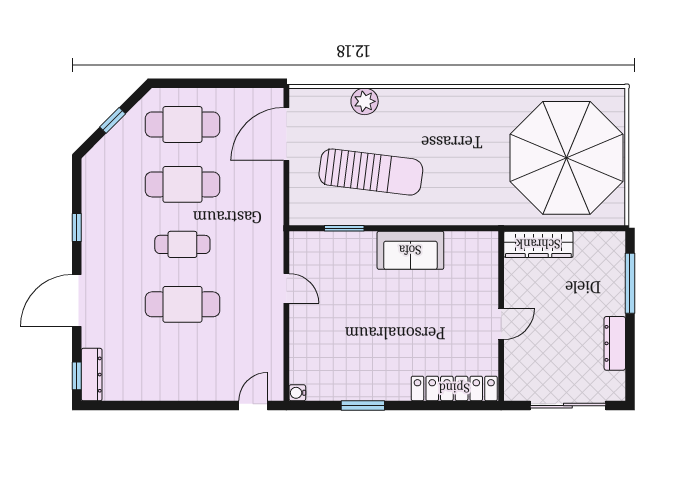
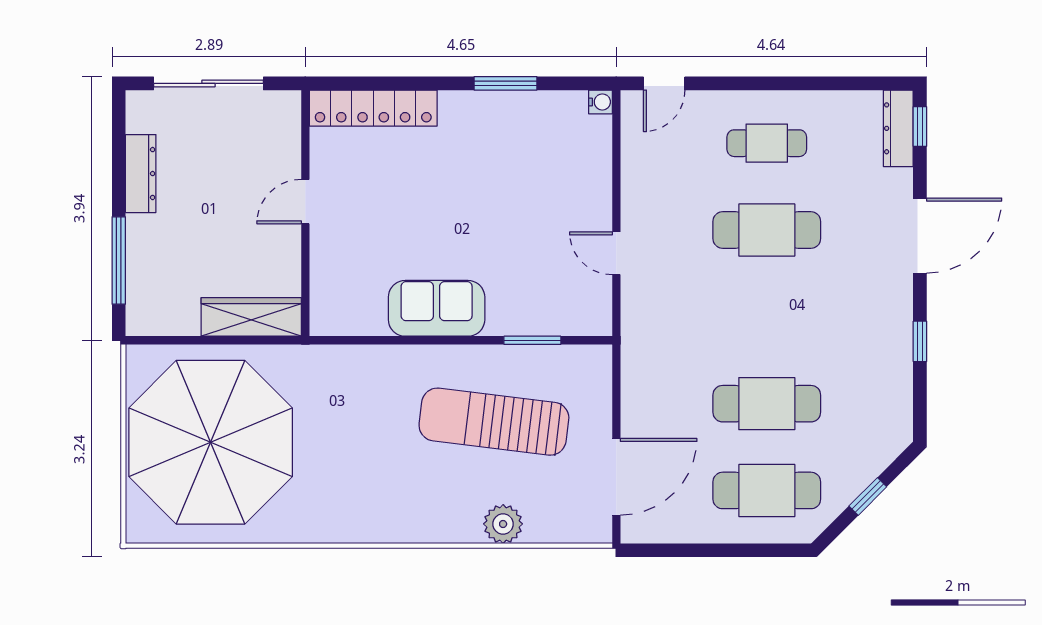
cafe table: (182, 244) -> (767, 143), moved

